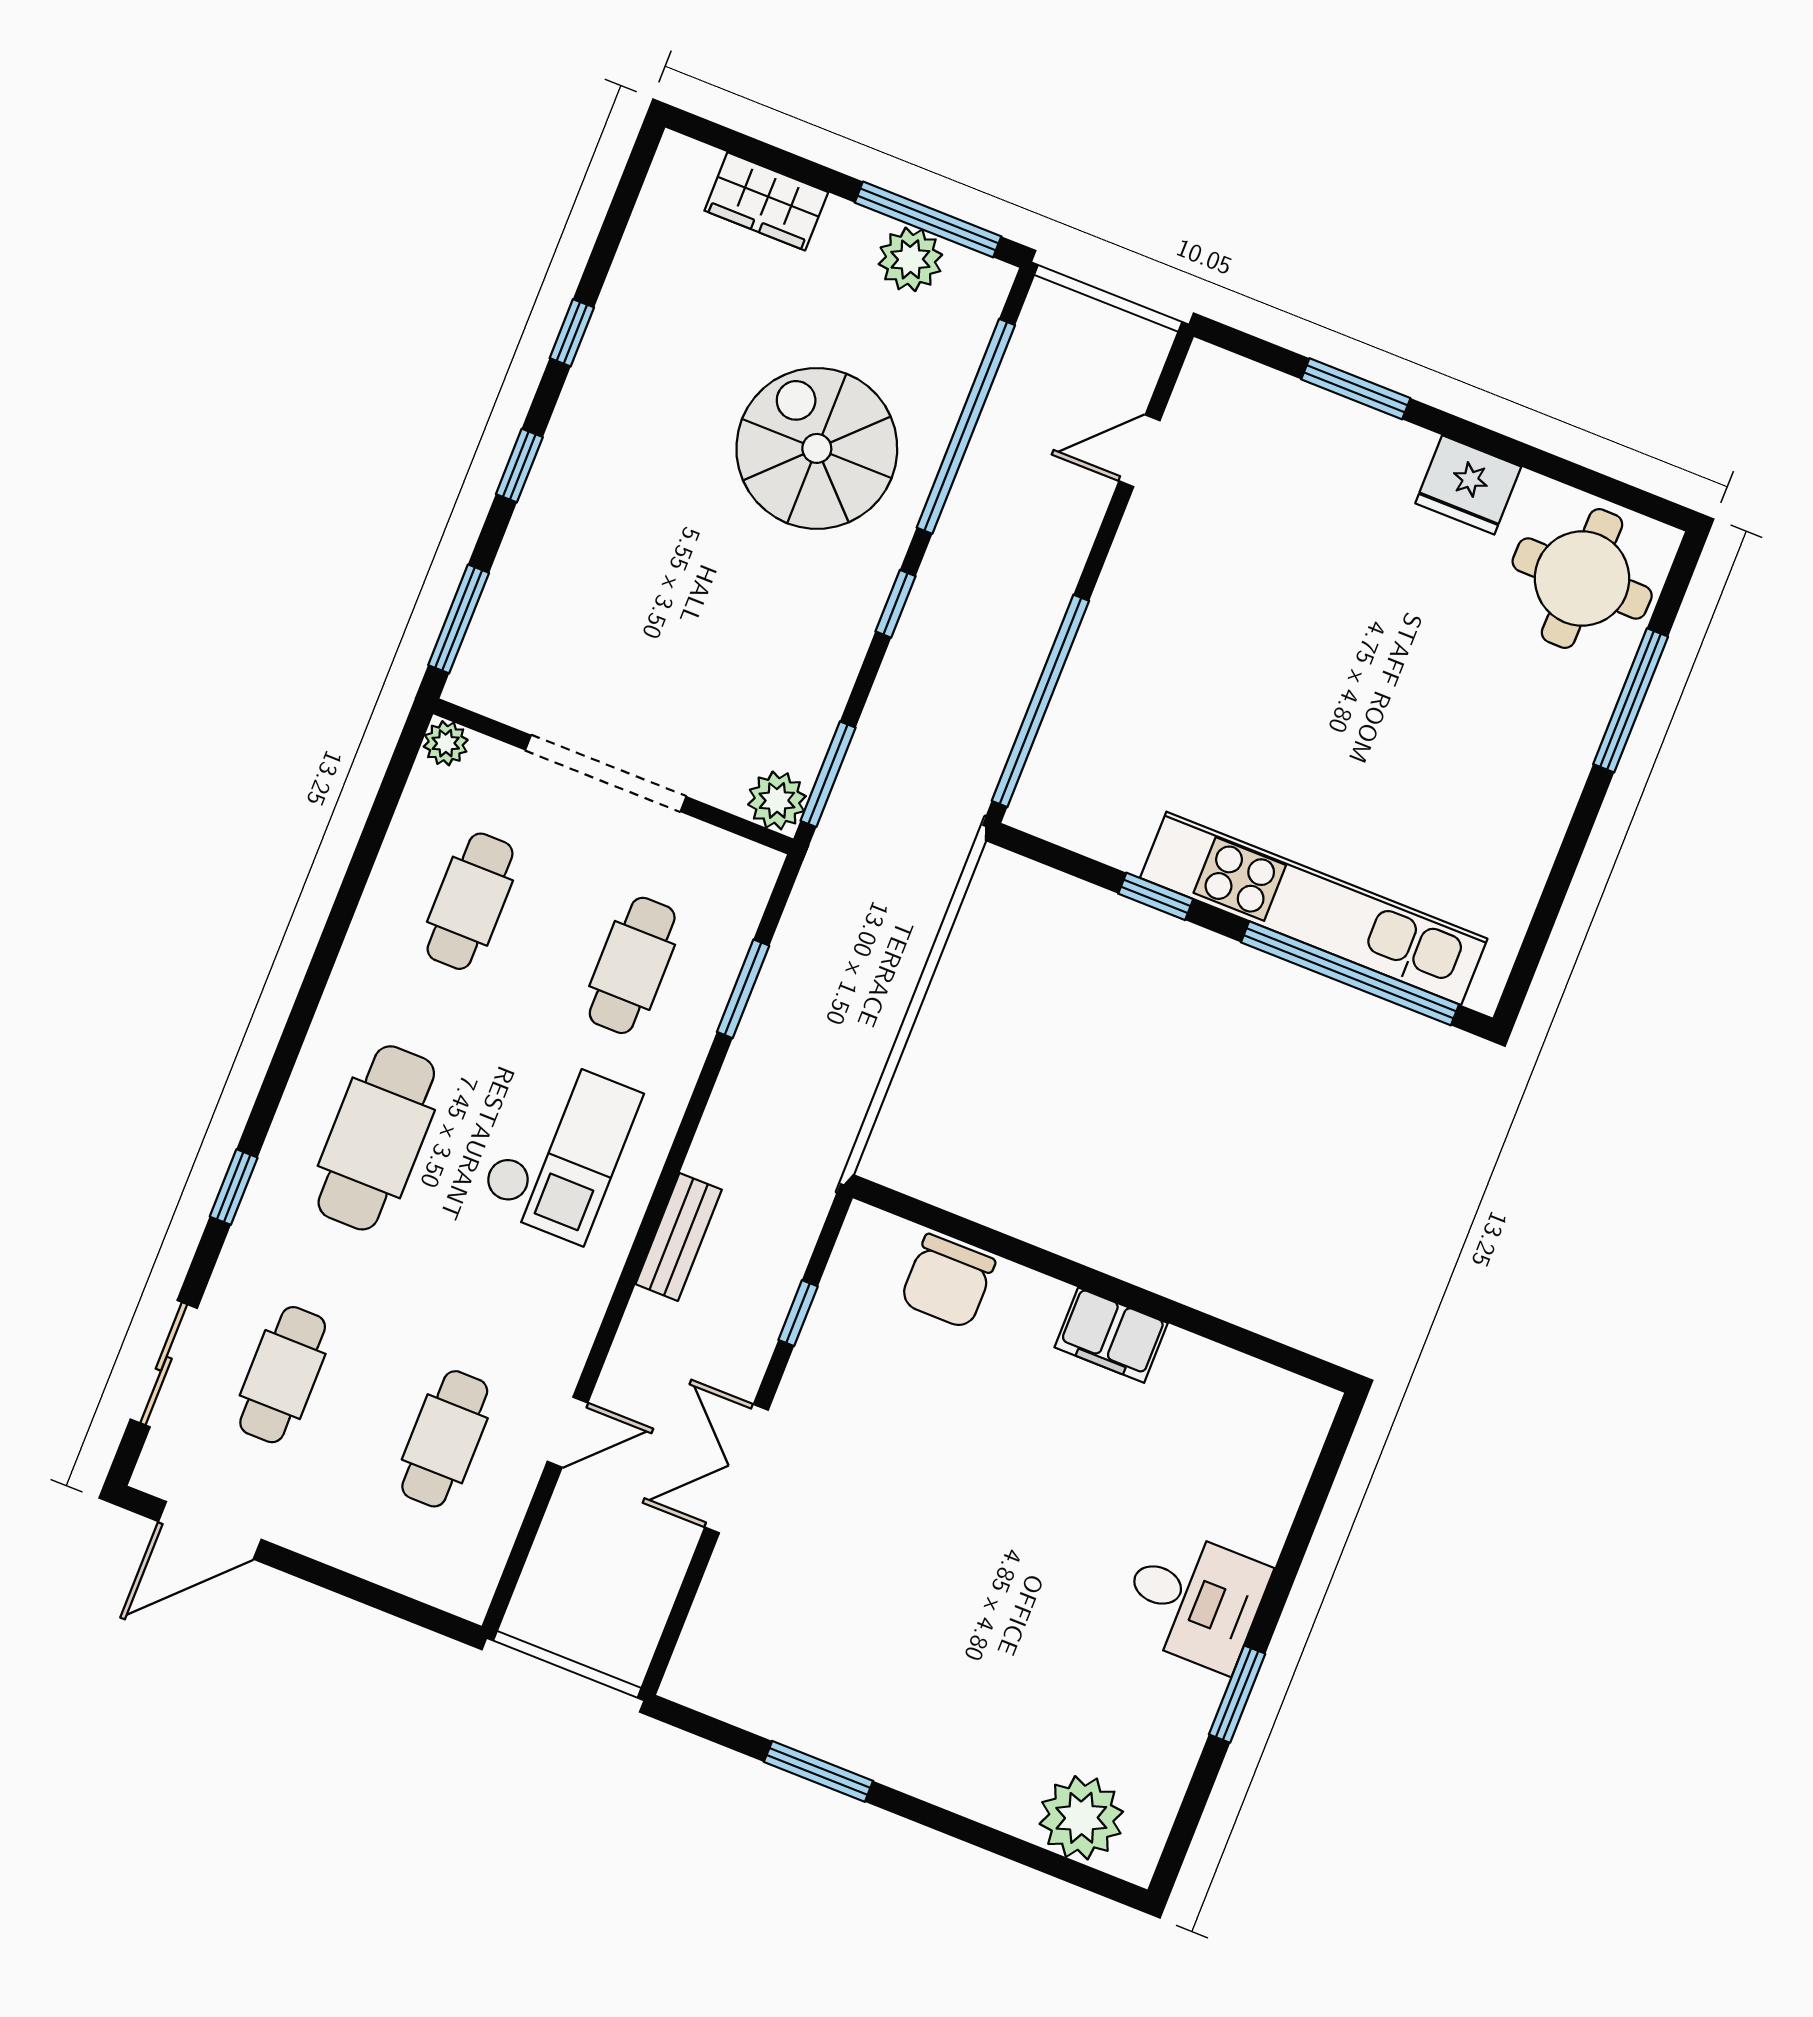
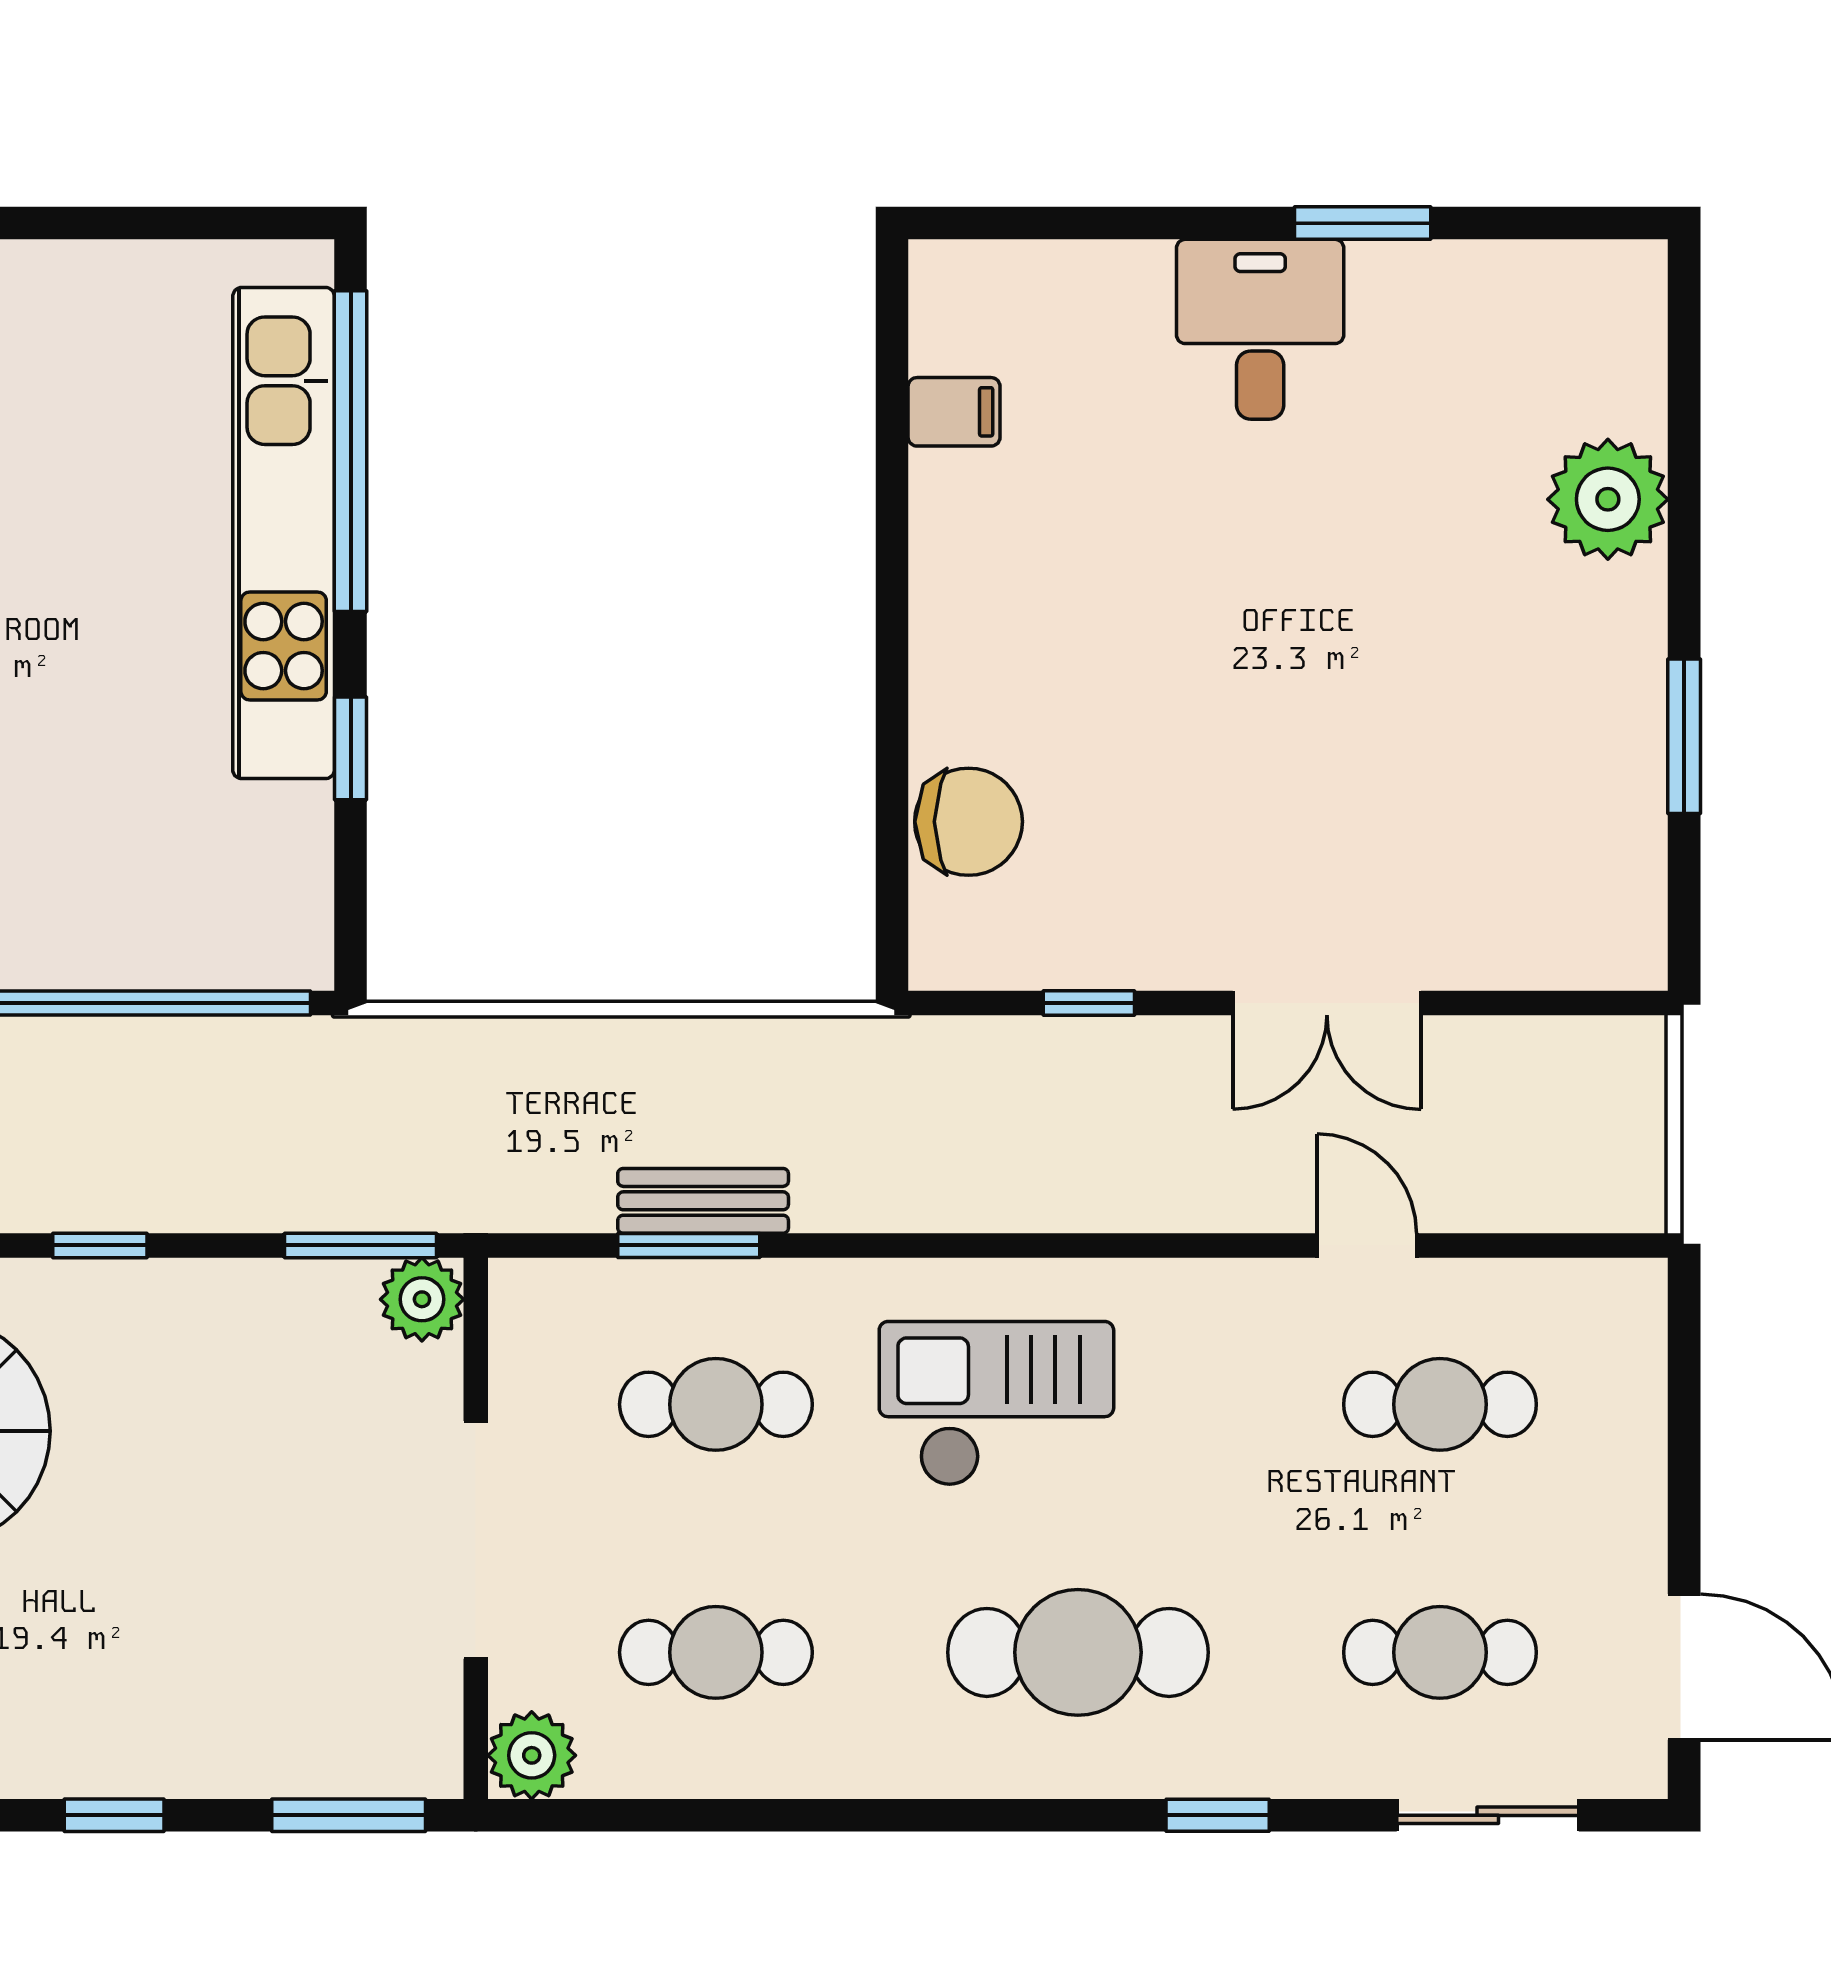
plant: (446, 743) -> (532, 1755), width x1.38, depth x1.38
bench: (679, 1237) -> (703, 1201), moved
filing cabinet: (1111, 1335) -> (954, 412), moved, width x0.50
plant: (1081, 1818) -> (1608, 499), moved

